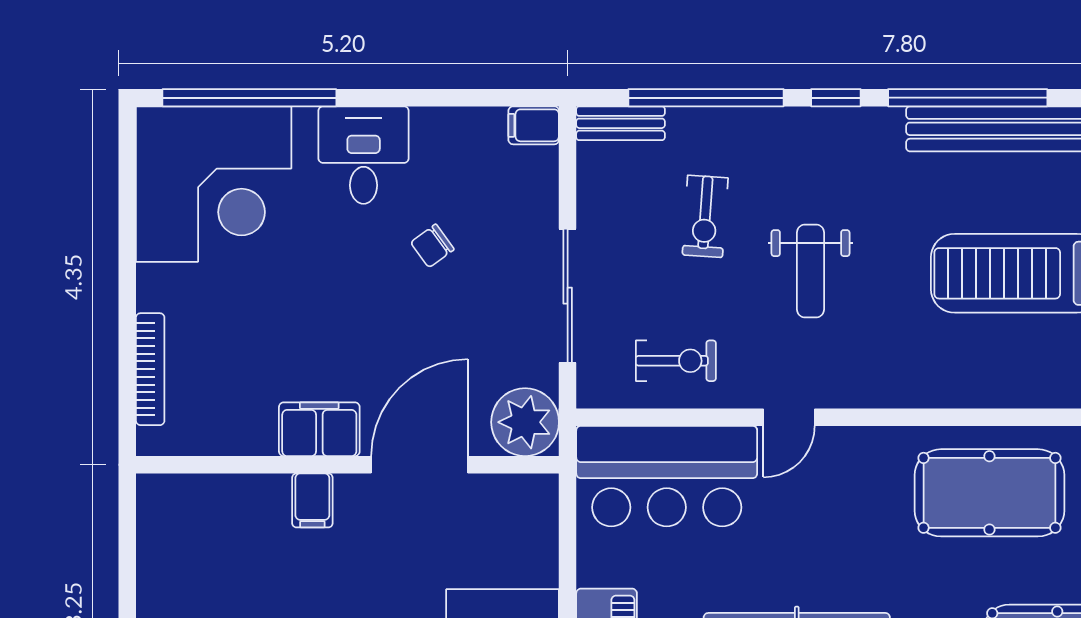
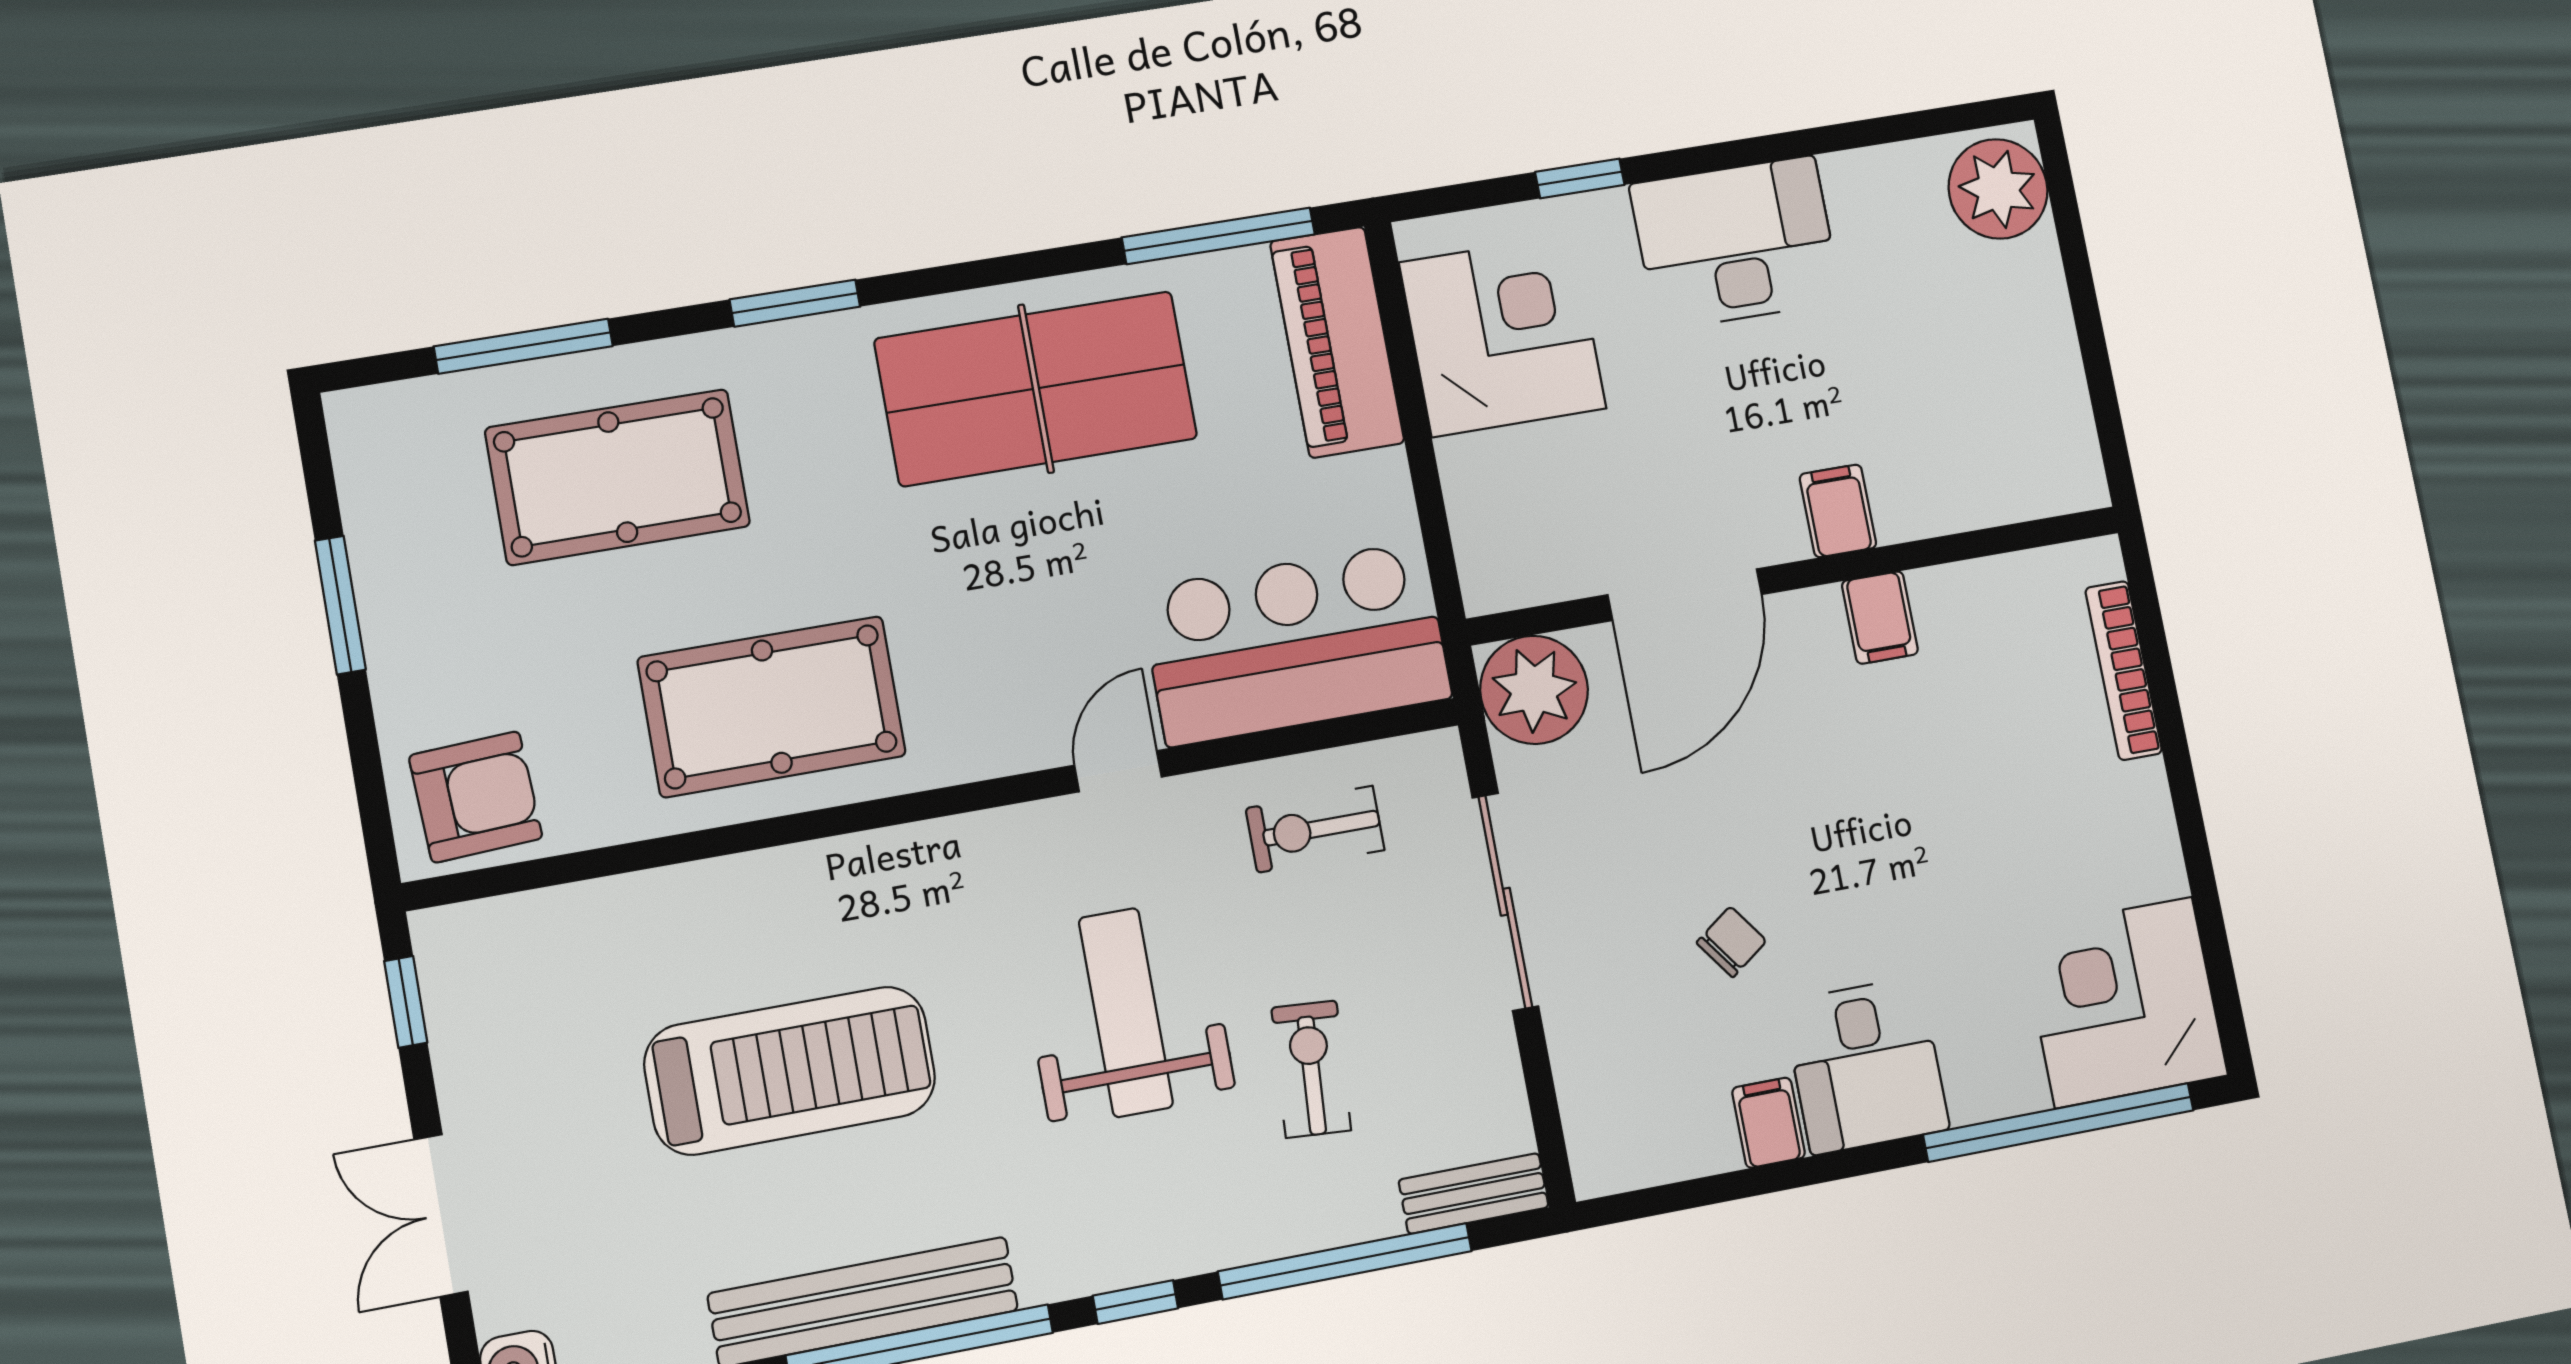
filing cabinet: (534, 125) -> (1768, 1123), moved, turned -90
corner desk: (214, 184) -> (2124, 1002), width x0.74, depth x0.74
weight bench: (810, 271) -> (1126, 1012), width x1.36, depth x1.33
filing cabinet: (319, 429) -> (1880, 618), width x0.50

